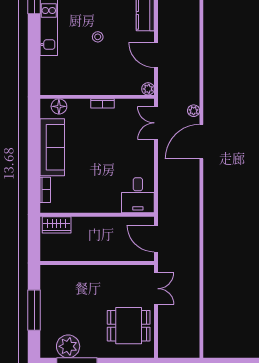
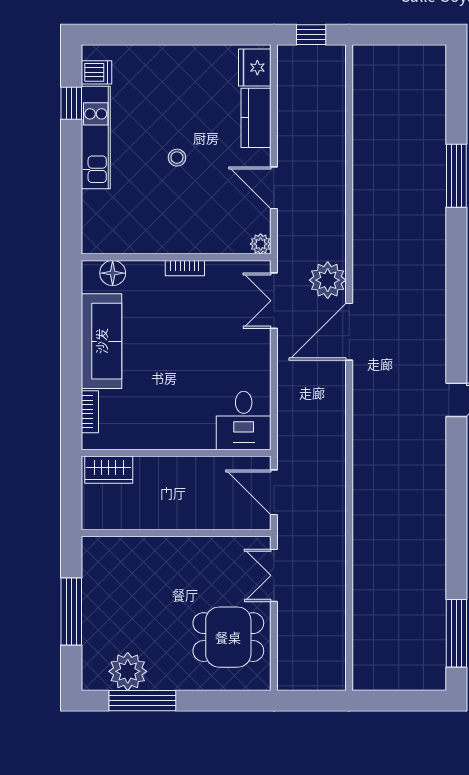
plant: (194, 111) -> (328, 280), width x1.87, depth x1.87
double door: (156, 289) -> (274, 575), swing flipped

